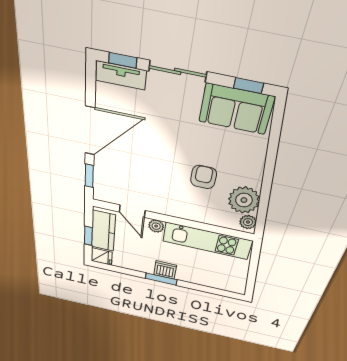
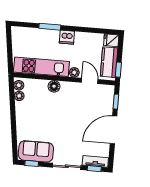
armchair: (204, 177) -> (48, 111), removed
plant: (244, 200) -> (19, 96), width x0.53, depth x0.53
floor lamp: (190, 212) -> (54, 86), added
window: (88, 236) -> (118, 70), moved
window: (161, 279) -> (50, 27), moved

